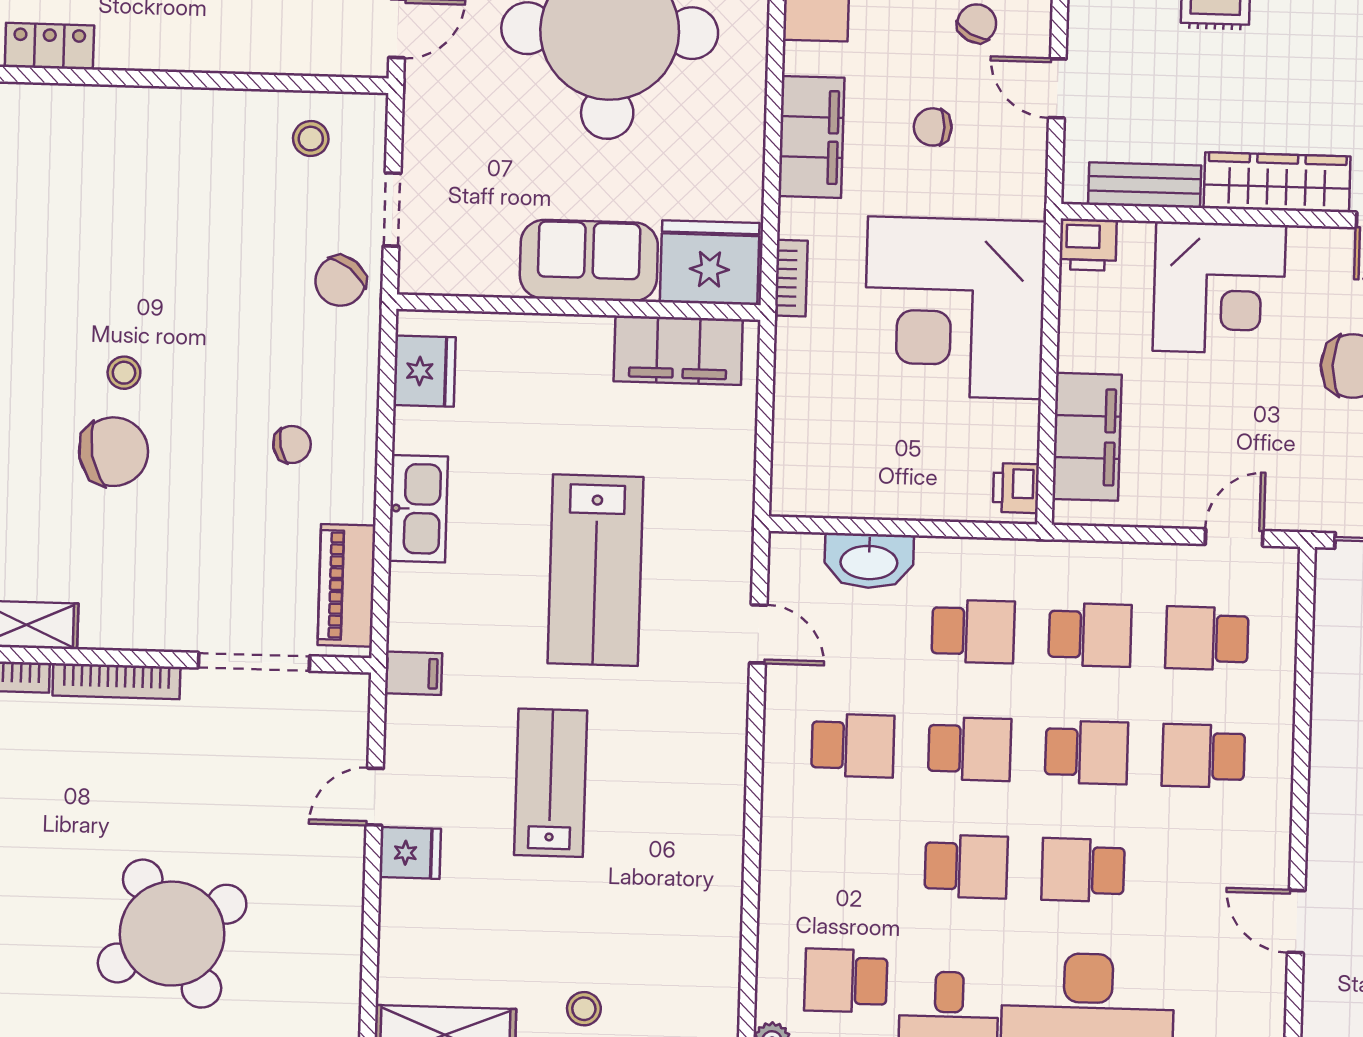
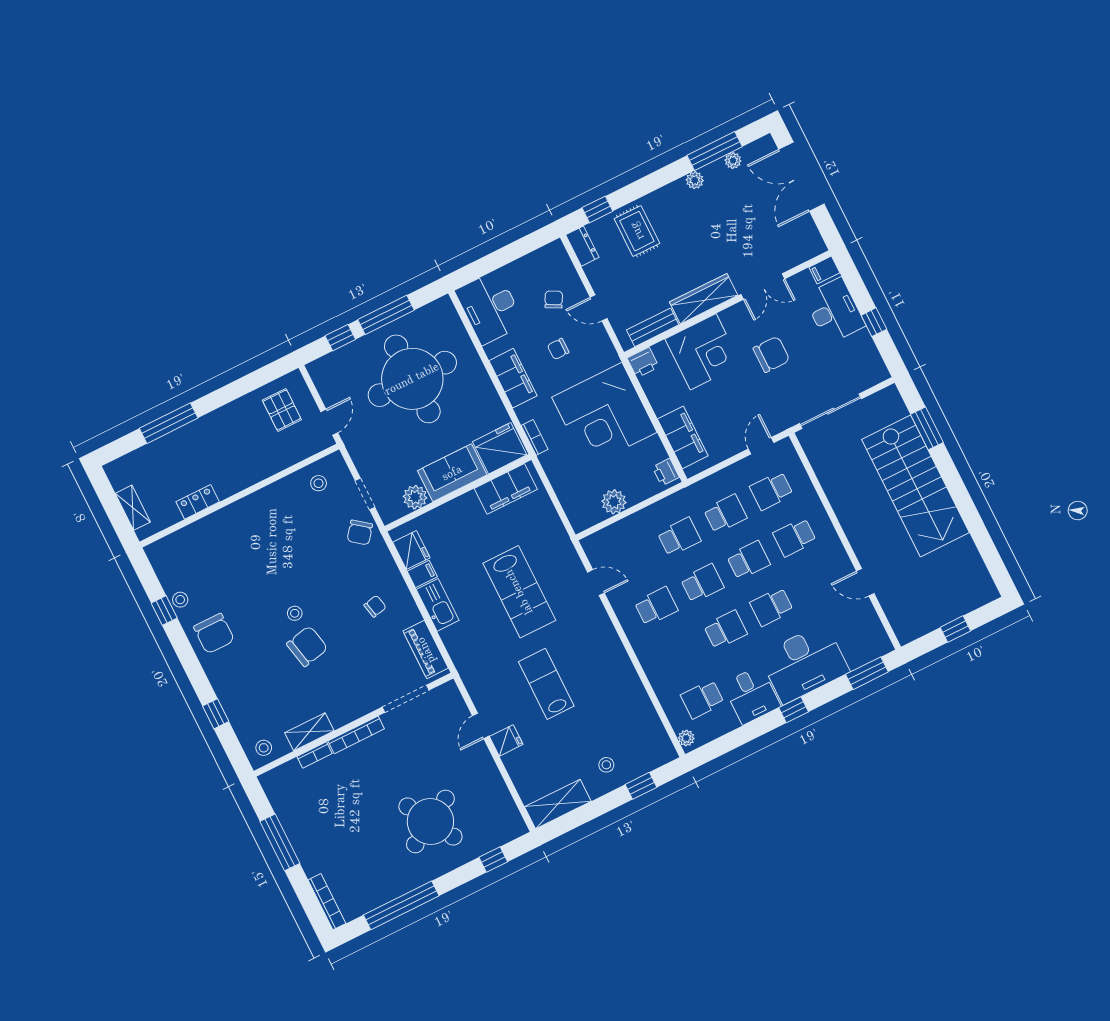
plant: (489, 270) -> (415, 497), added
plant: (880, 492) -> (614, 502), added
washbasin: (869, 561) -> (624, 531), removed
filing cabinet: (413, 673) -> (422, 574), moved

